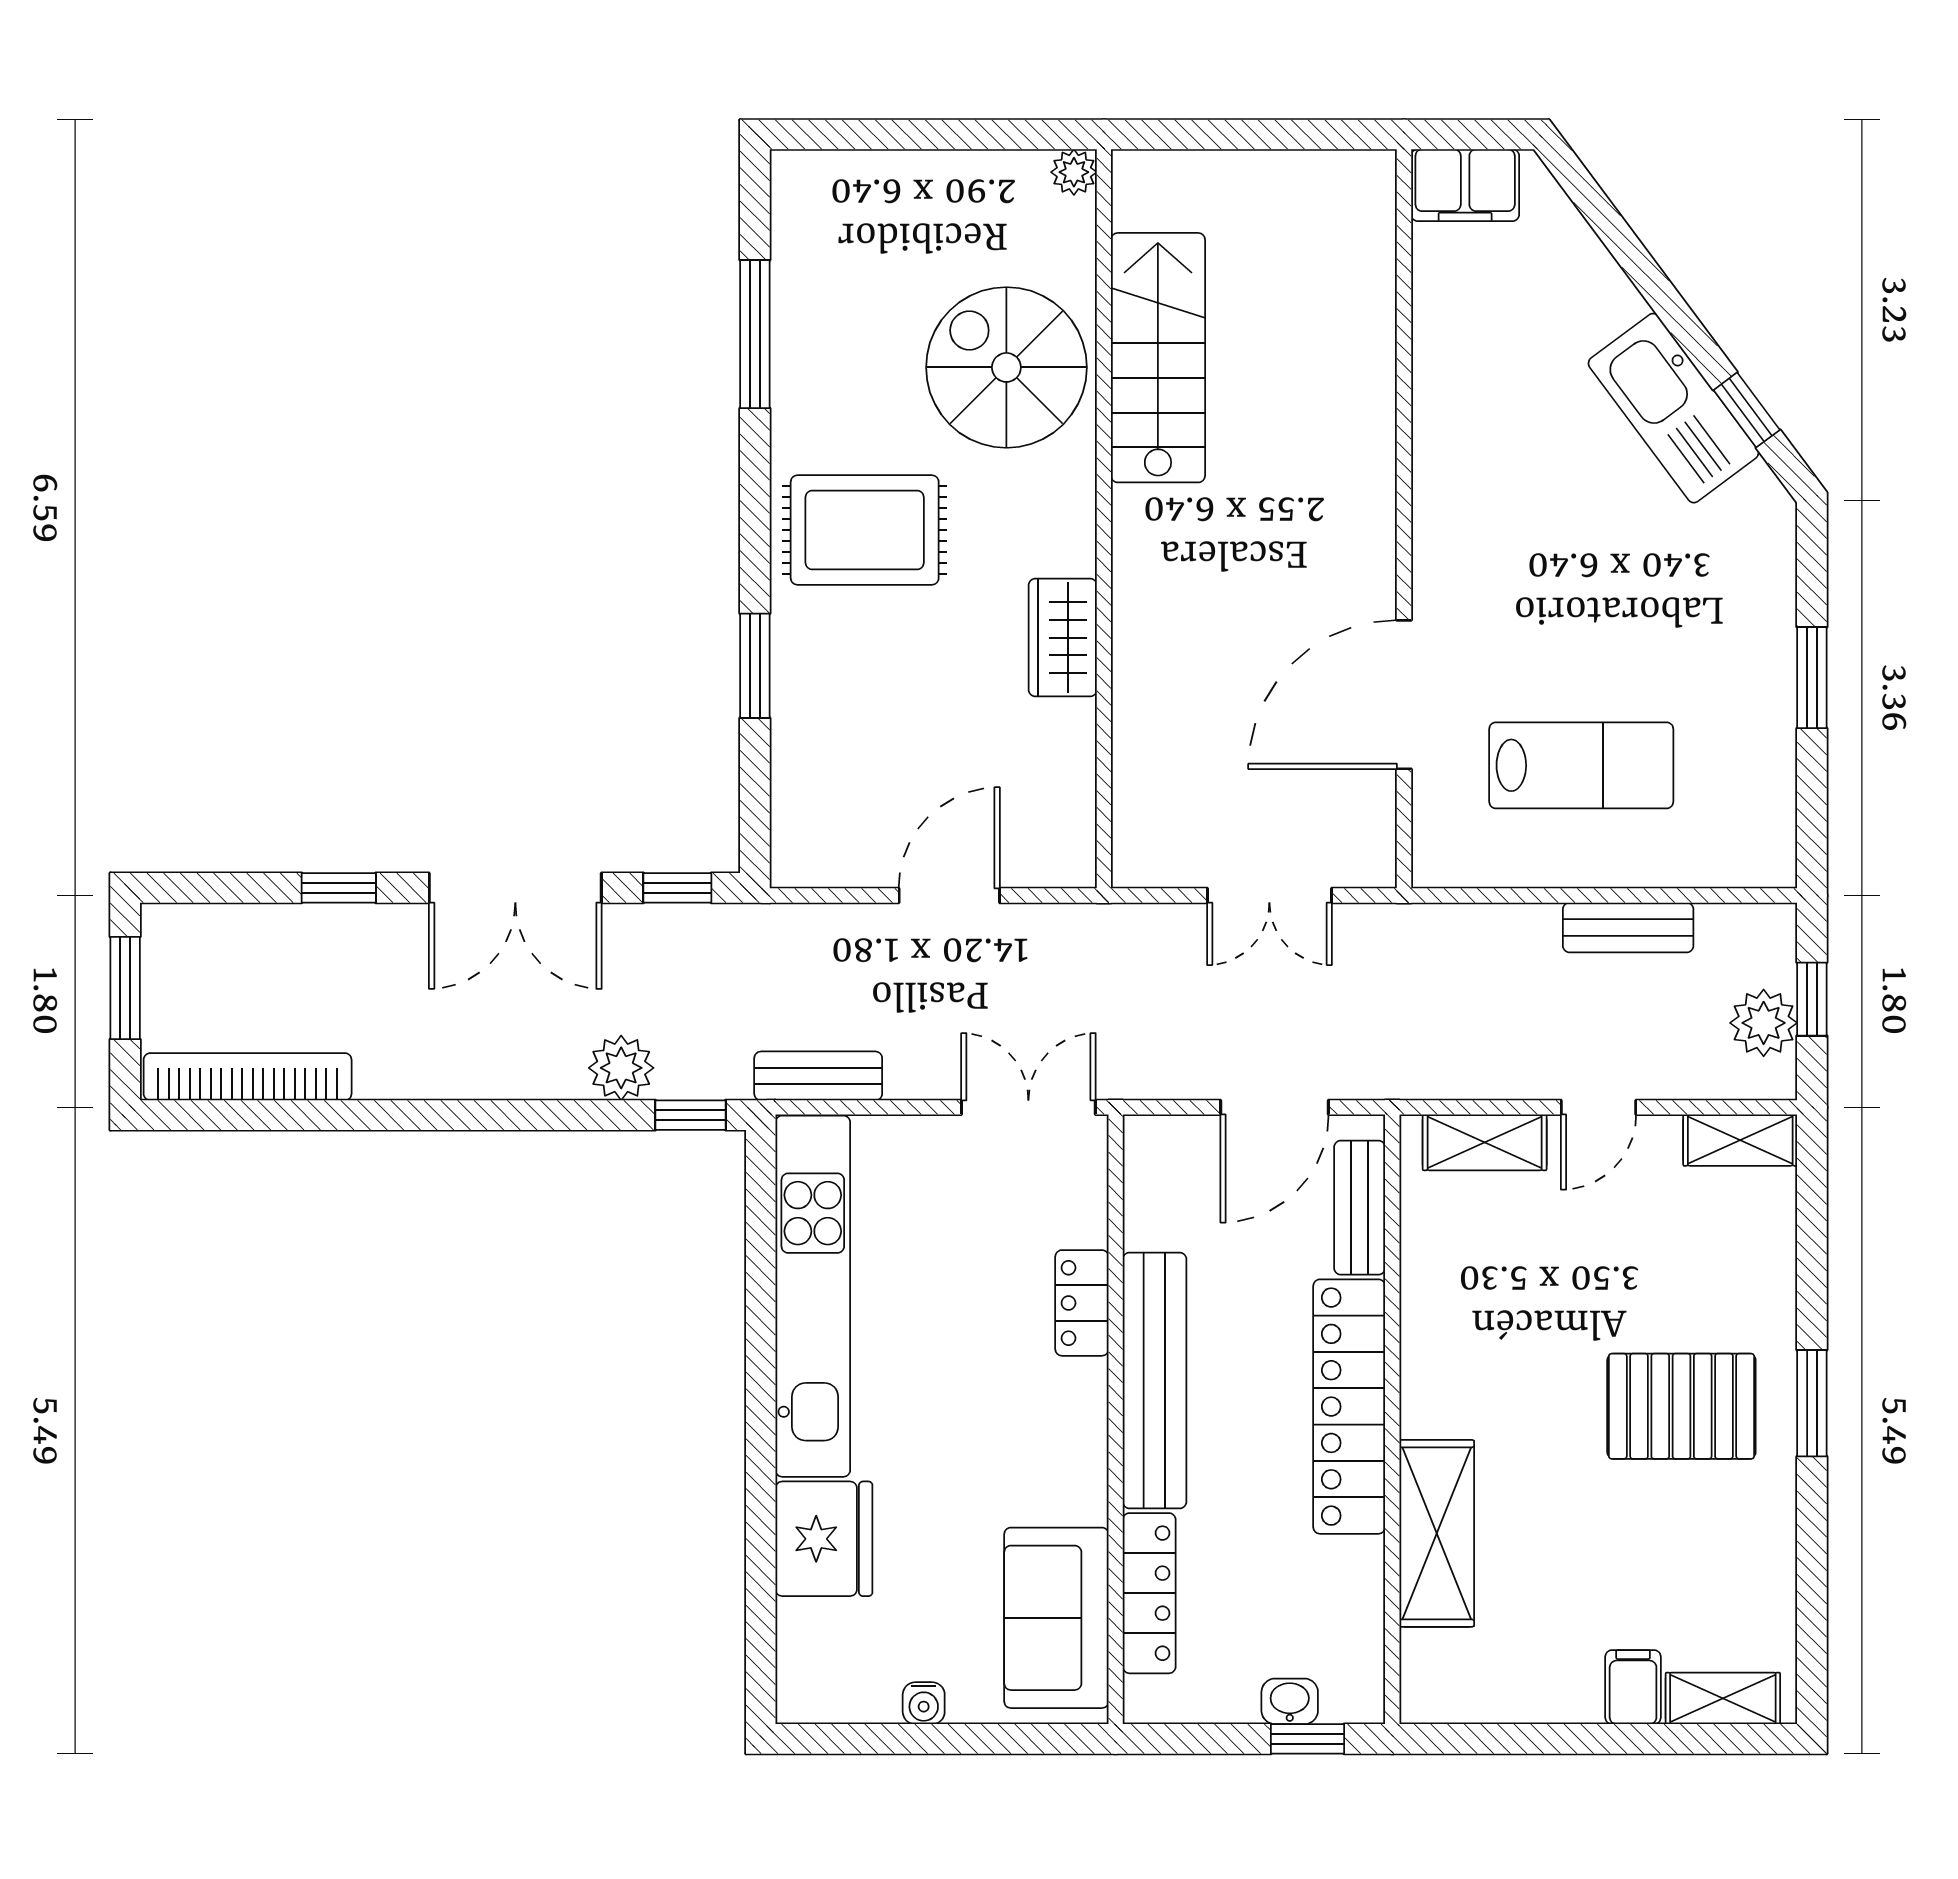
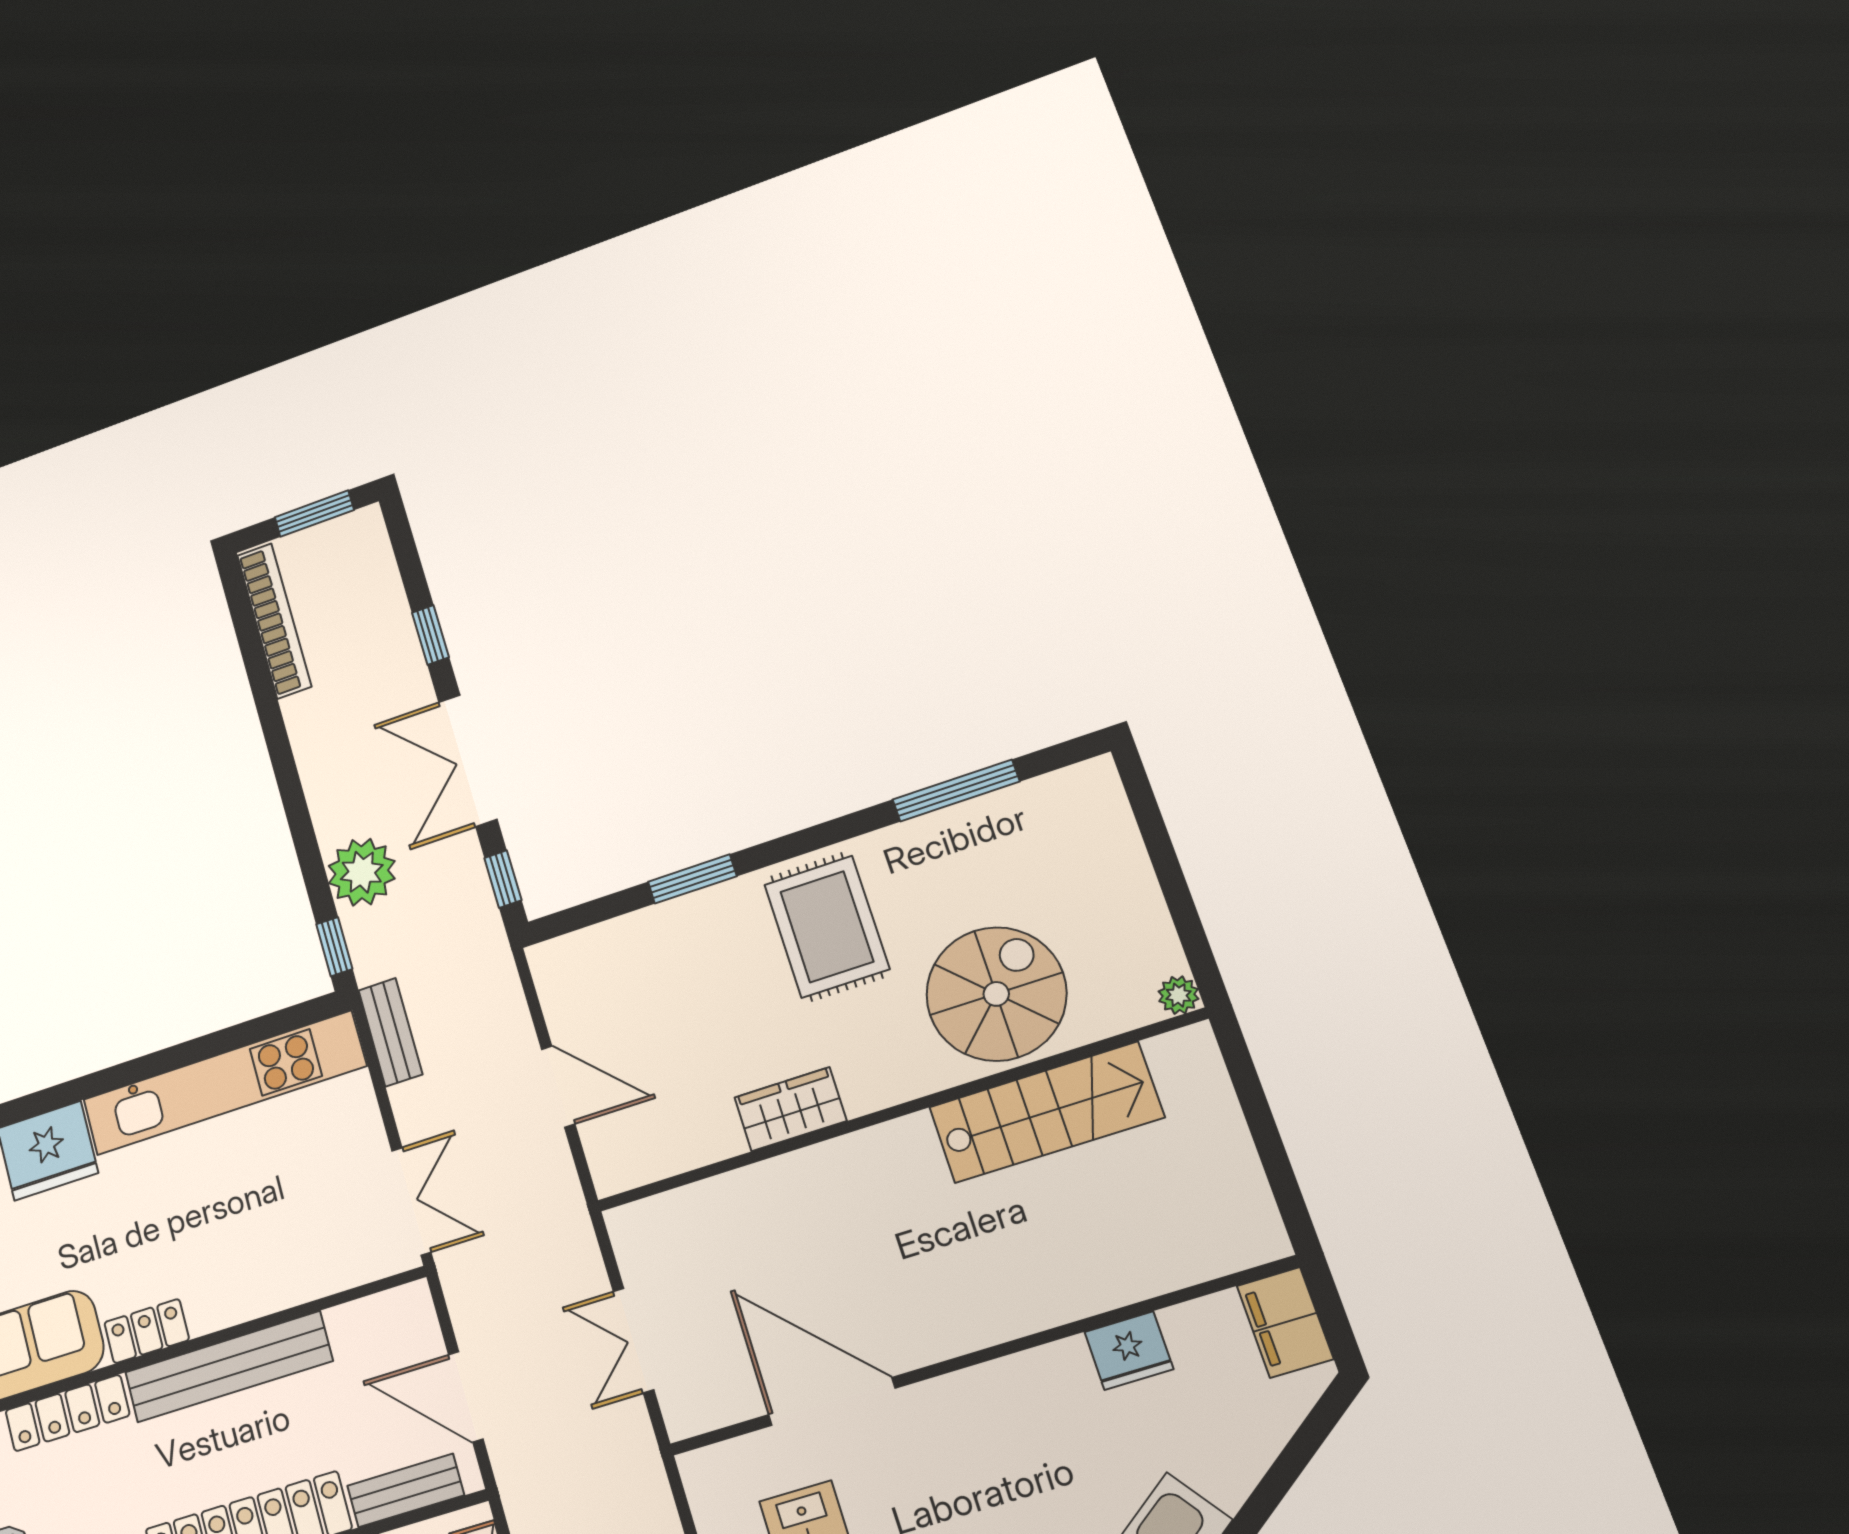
fridge: (1445, 358) -> (1129, 1351), added
plant: (621, 1068) -> (362, 872), width x1.36, depth x1.36
locker: (1082, 1303) -> (147, 1331), moved

